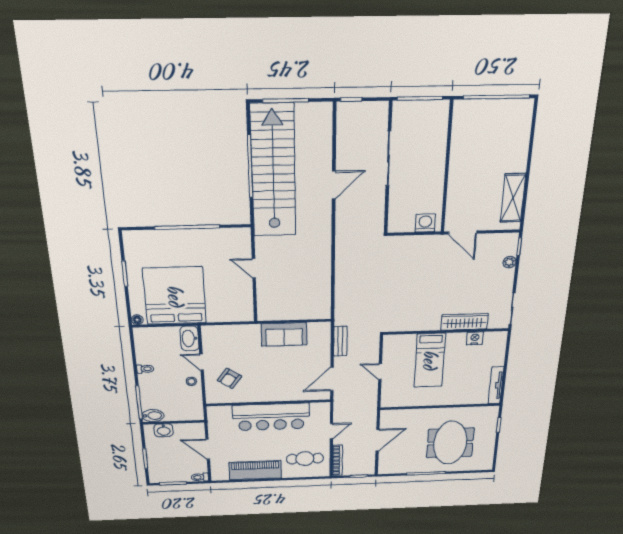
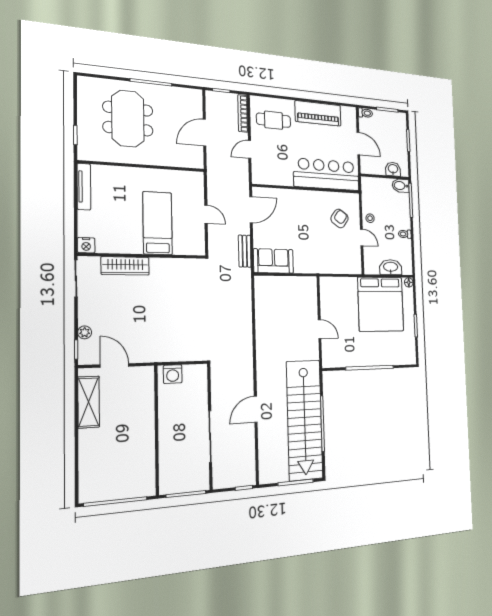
door: (463, 232) -> (115, 365), moved
sofa: (284, 334) -> (273, 261), moved
washbasin: (190, 338) -> (391, 267), moved, turned -90
nightstand: (475, 338) -> (86, 245), moved
bar counter: (271, 417) -> (326, 174), moved

